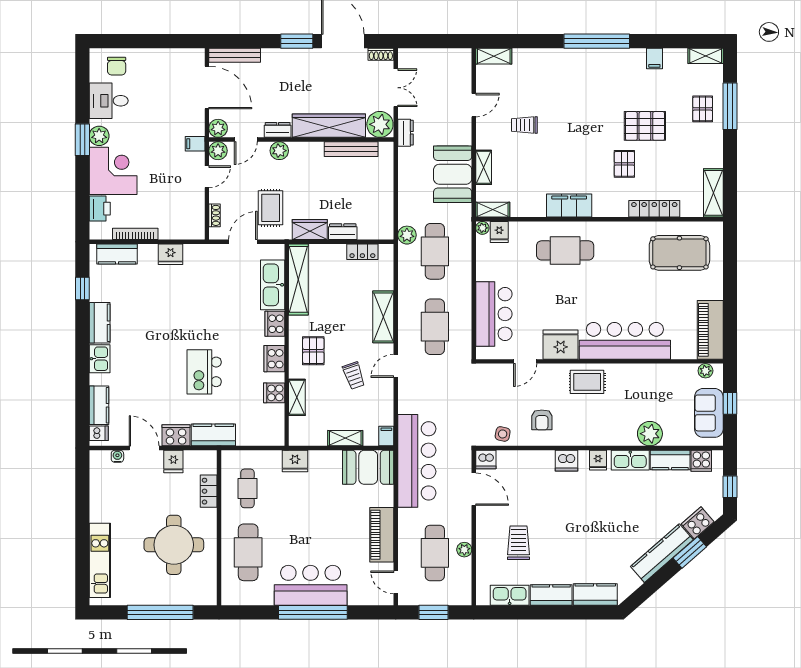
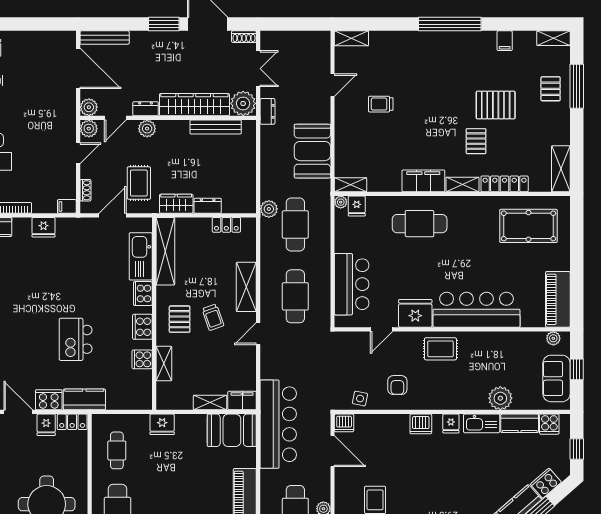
filing cabinet: (195, 144) -> (67, 206), moved
shelving: (484, 167) -> (462, 185), moved, turned 90
trolley: (354, 376) -> (213, 317), moved
filing cabinet: (386, 436) -> (242, 401), width x2.00
locker: (209, 491) -> (72, 422), moved, turned -90

